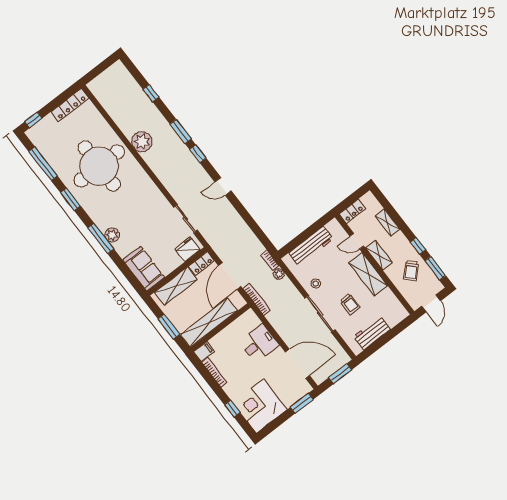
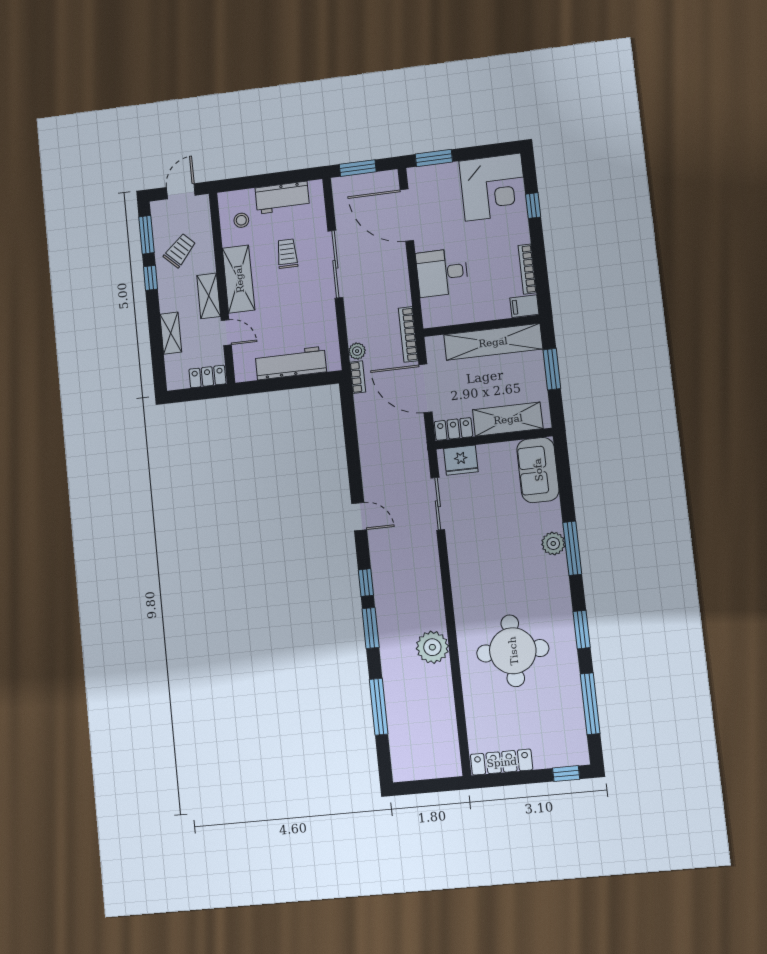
window: (151, 93) -> (379, 707), width x2.17
round table: (99, 166) -> (513, 651), width x0.73, depth x0.73
door: (230, 276) -> (425, 388), swing flipped
stool: (316, 284) -> (241, 220), moved

